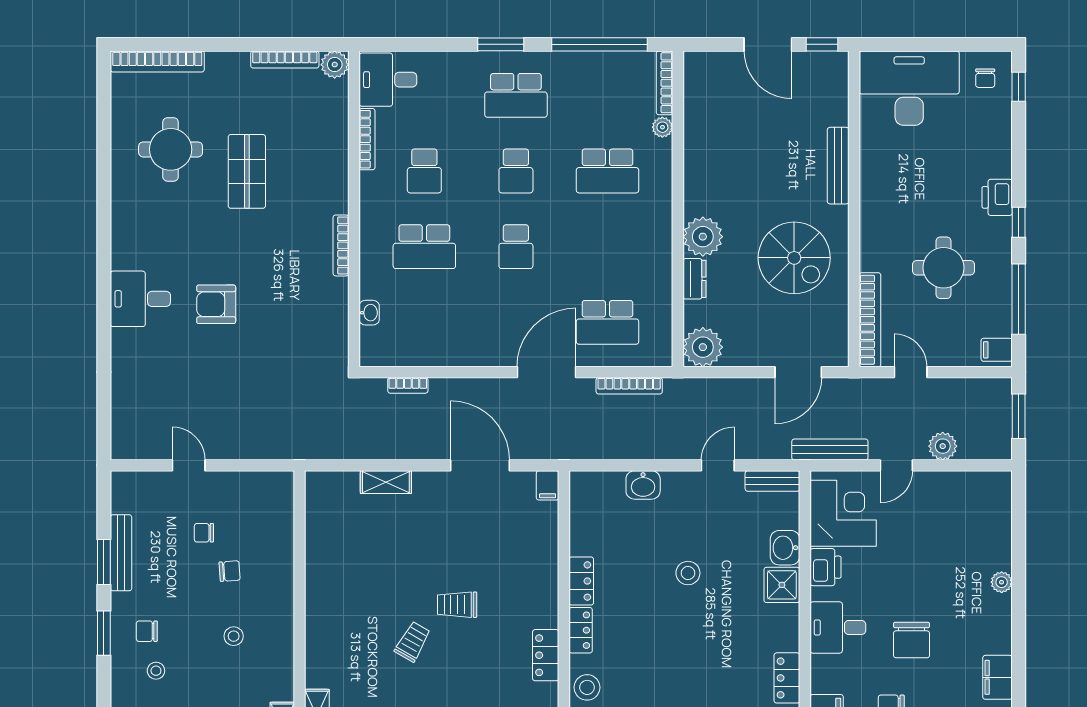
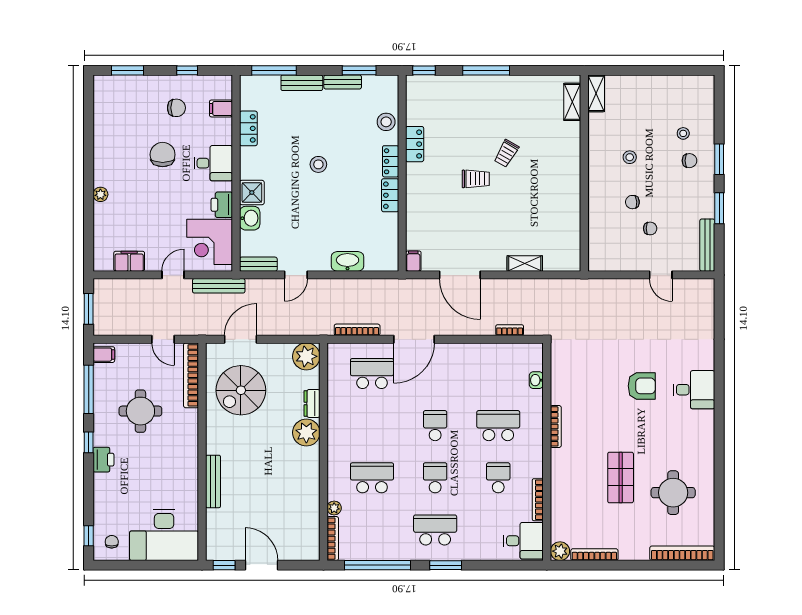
spiral stairs: (794, 258) -> (241, 390), moved, turned -90
plant: (943, 446) -> (141, 288), removed
washbasin: (643, 485) -> (348, 261), width x1.38
bench: (121, 553) -> (707, 245), moved
stool: (688, 573) -> (318, 164), moved
filing cabinet: (997, 677) -> (129, 261), moved, turned -90

